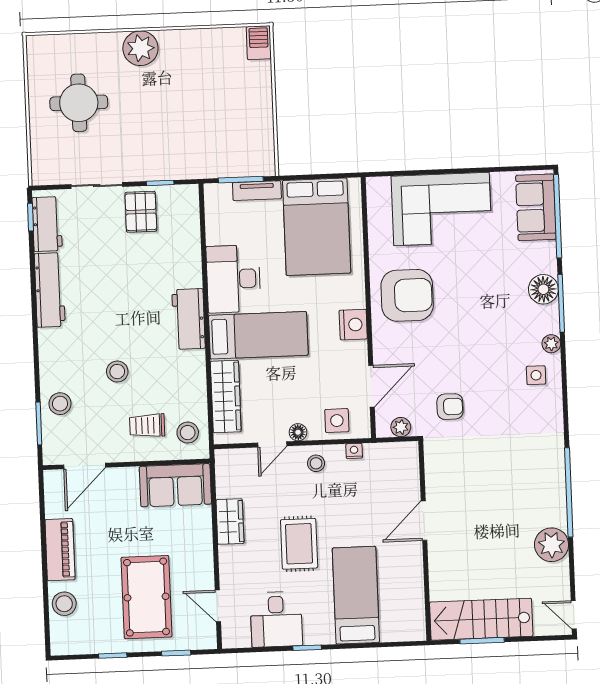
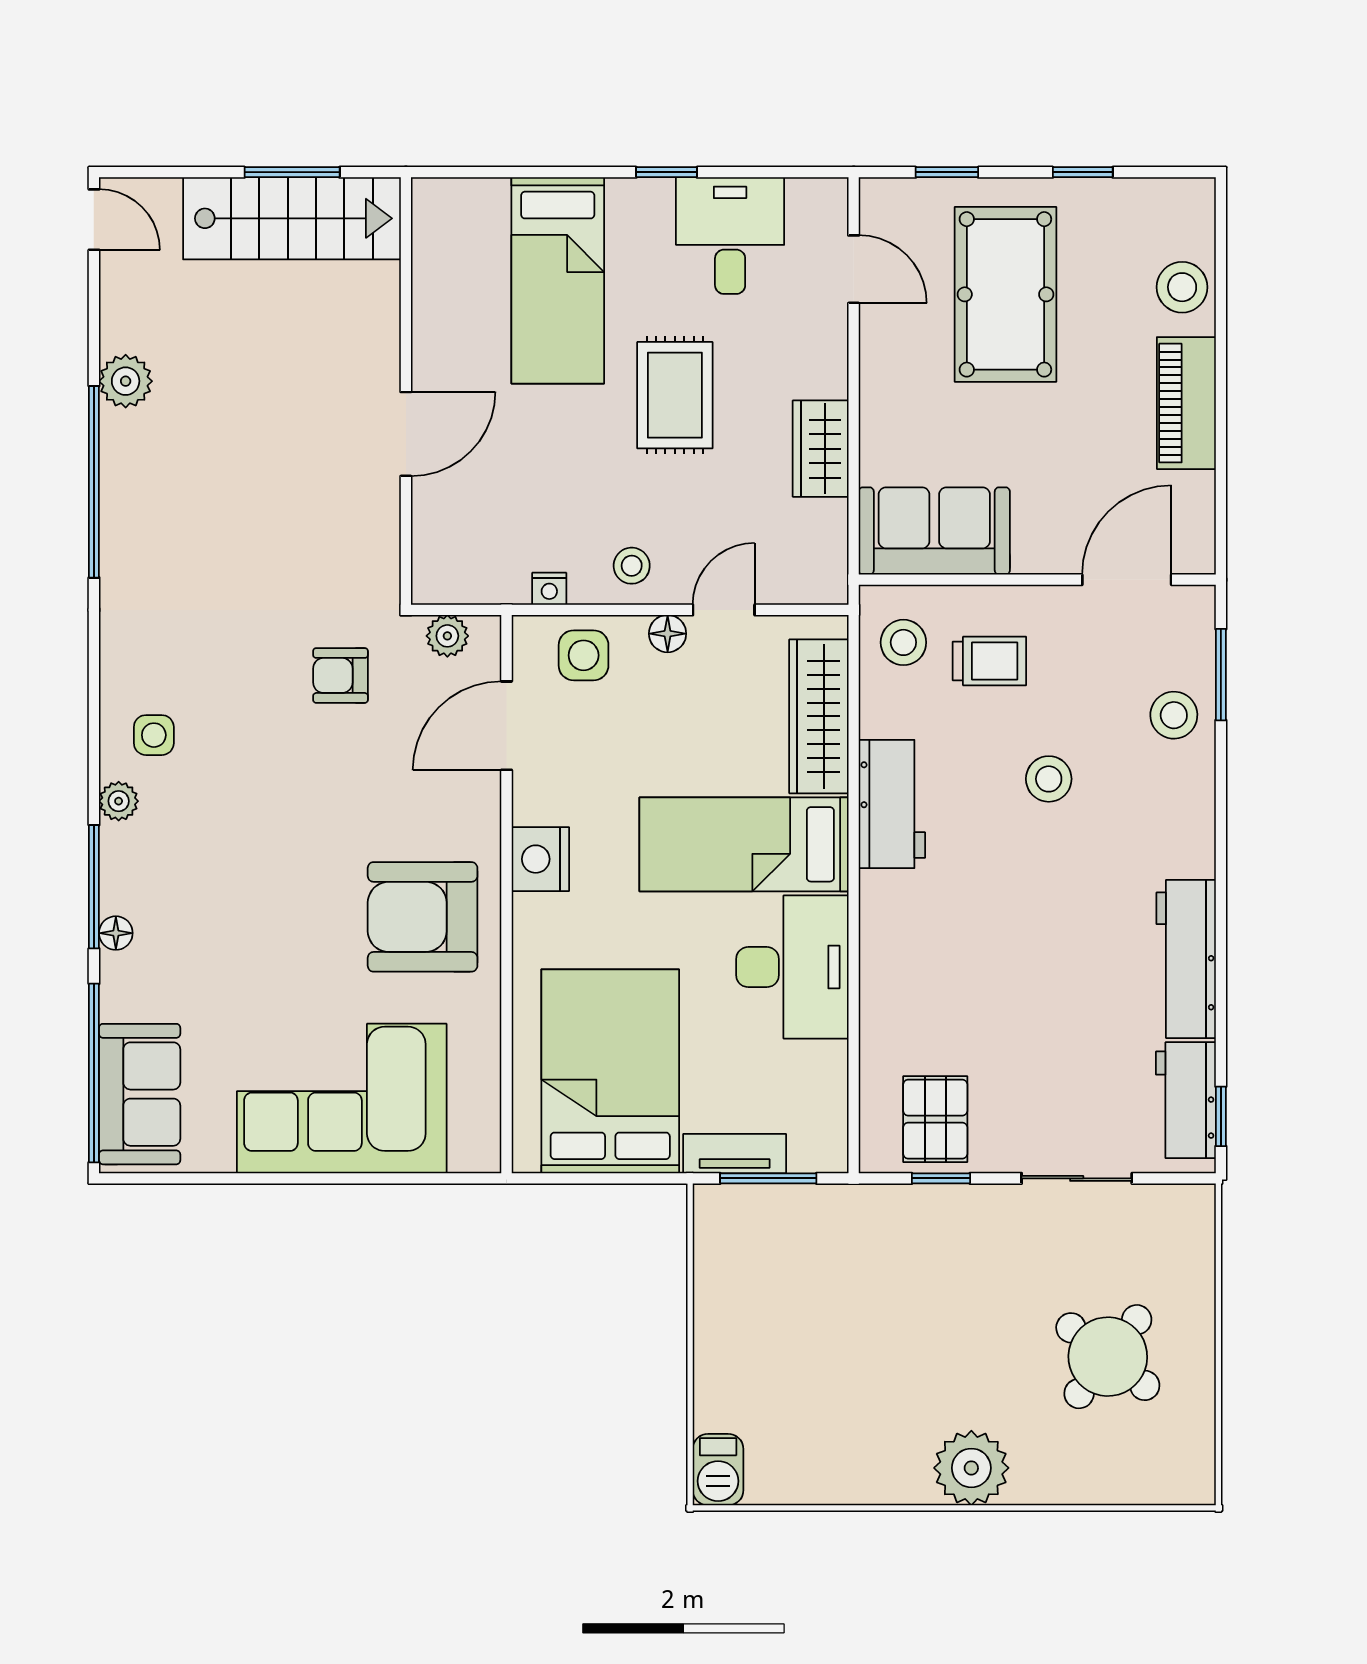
round table: (79, 103) -> (1108, 1357), turned 38
pallet: (141, 212) -> (935, 1119), moved
floor lamp: (543, 289) -> (116, 933), width x0.53, depth x0.53
workbench: (189, 319) -> (892, 804), moved
plant: (552, 545) -> (126, 381), width x0.73, depth x0.73

